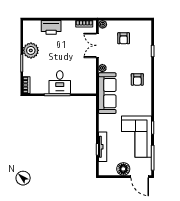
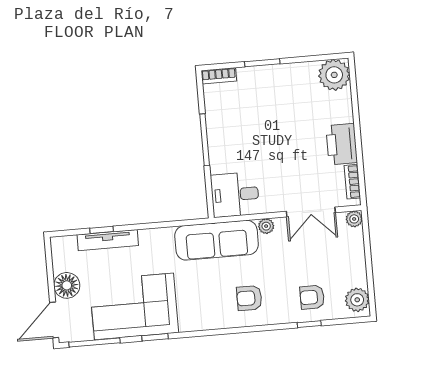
plant: (143, 26) -> (357, 300), added
printer: (51, 27) -> (342, 144), moved
armchair: (124, 38) -> (312, 297), moved
double door: (97, 45) -> (311, 212), swing flipped
plant: (31, 50) -> (334, 75), moved
desk: (60, 82) -> (235, 195), moved

